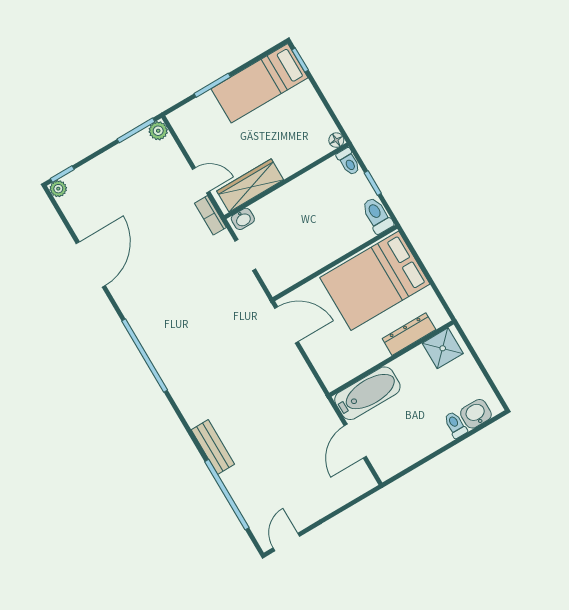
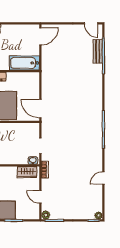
door: (201, 180) -> (40, 197), moved
wardrobe: (250, 185) -> (27, 172), width x0.67
door: (91, 264) -> (103, 178), width x0.53
door: (355, 441) -> (40, 36), moved
bench: (213, 447) -> (98, 51), moved
door: (286, 542) -> (91, 23), hinge flipped

